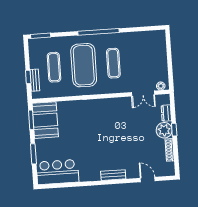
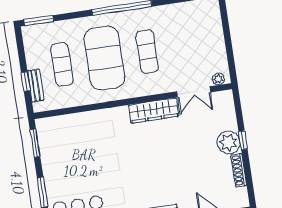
wardrobe: (114, 104) -> (154, 111), added
dresser: (166, 113) -> (230, 118), removed
booth: (45, 120) -> (55, 142), removed

